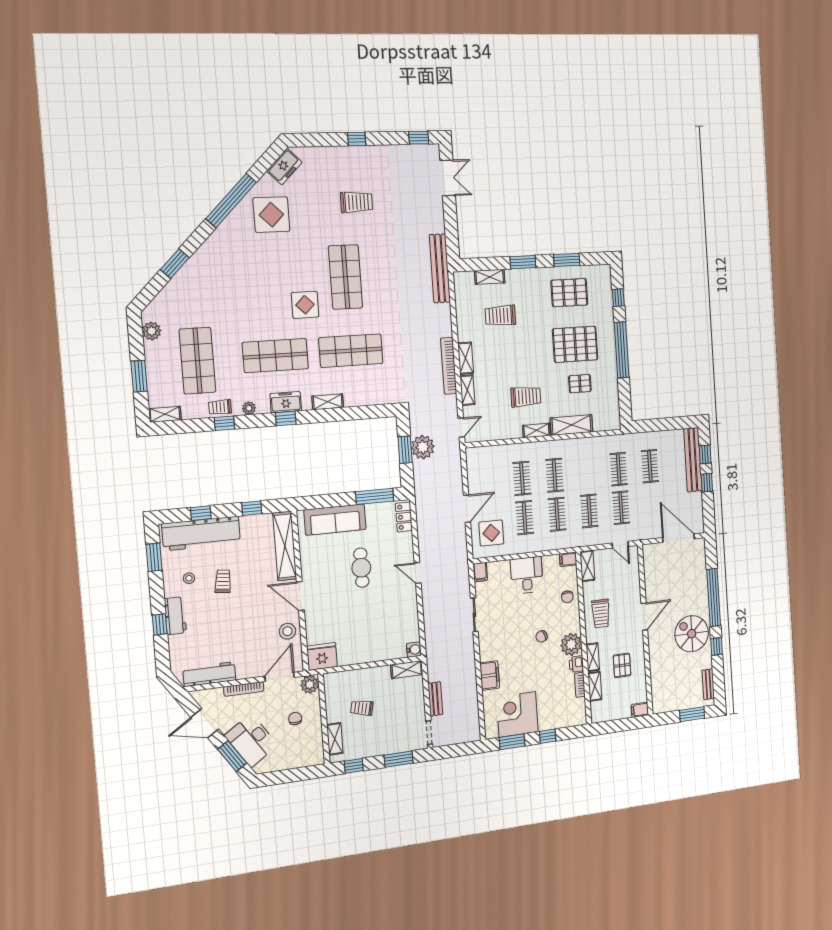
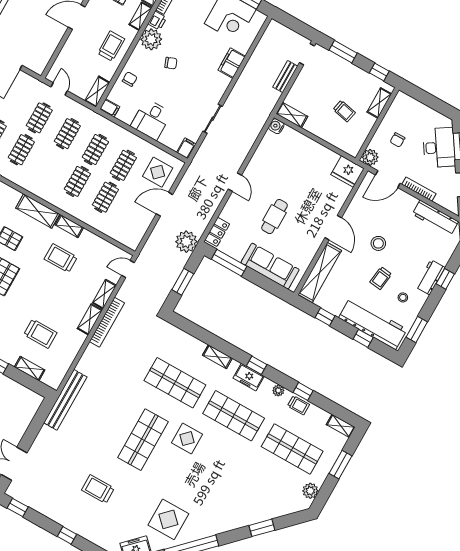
shop shelf: (197, 361) -> (292, 449), turned 90
plant: (423, 447) -> (186, 242), moved
stool: (287, 631) -> (378, 243), moved

